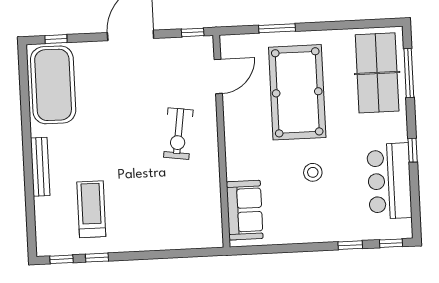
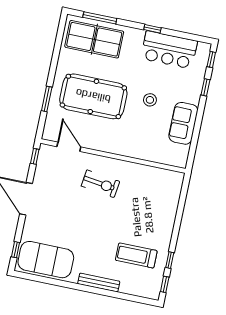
sofa: (245, 210) -> (183, 123), moved, turned -90

